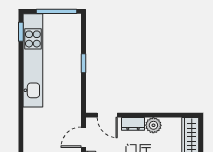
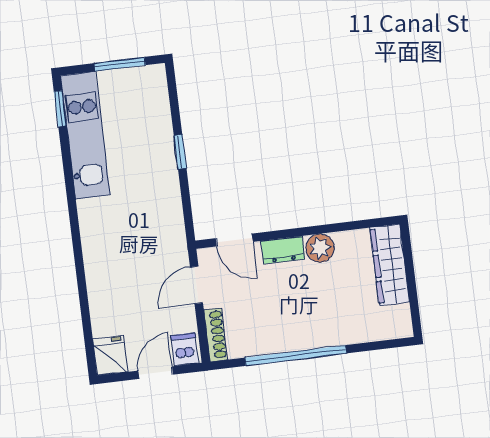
window: (56, 11) -> (120, 64), width x0.69
kitchen unit: (33, 60) -> (85, 135), width x0.73

